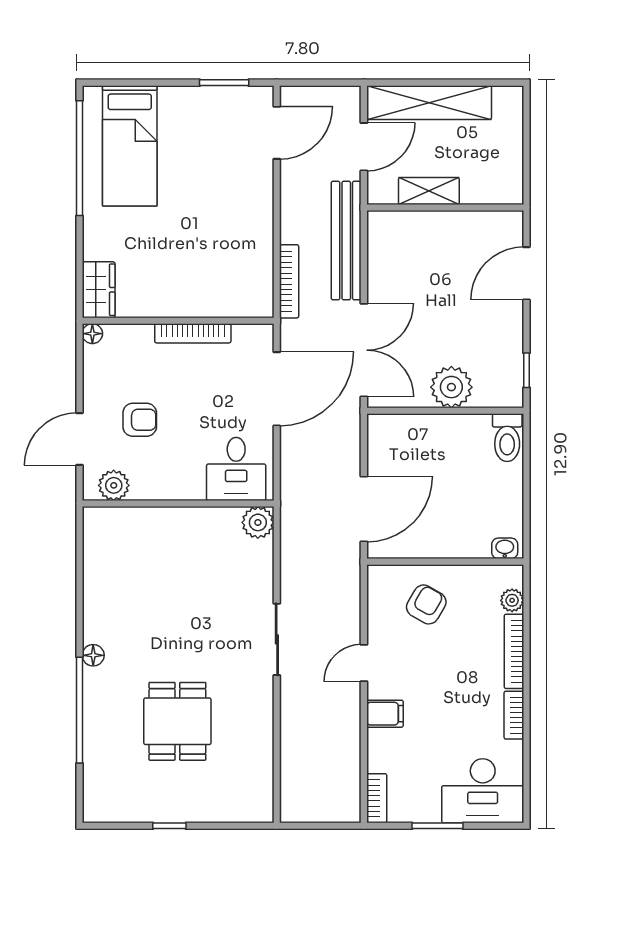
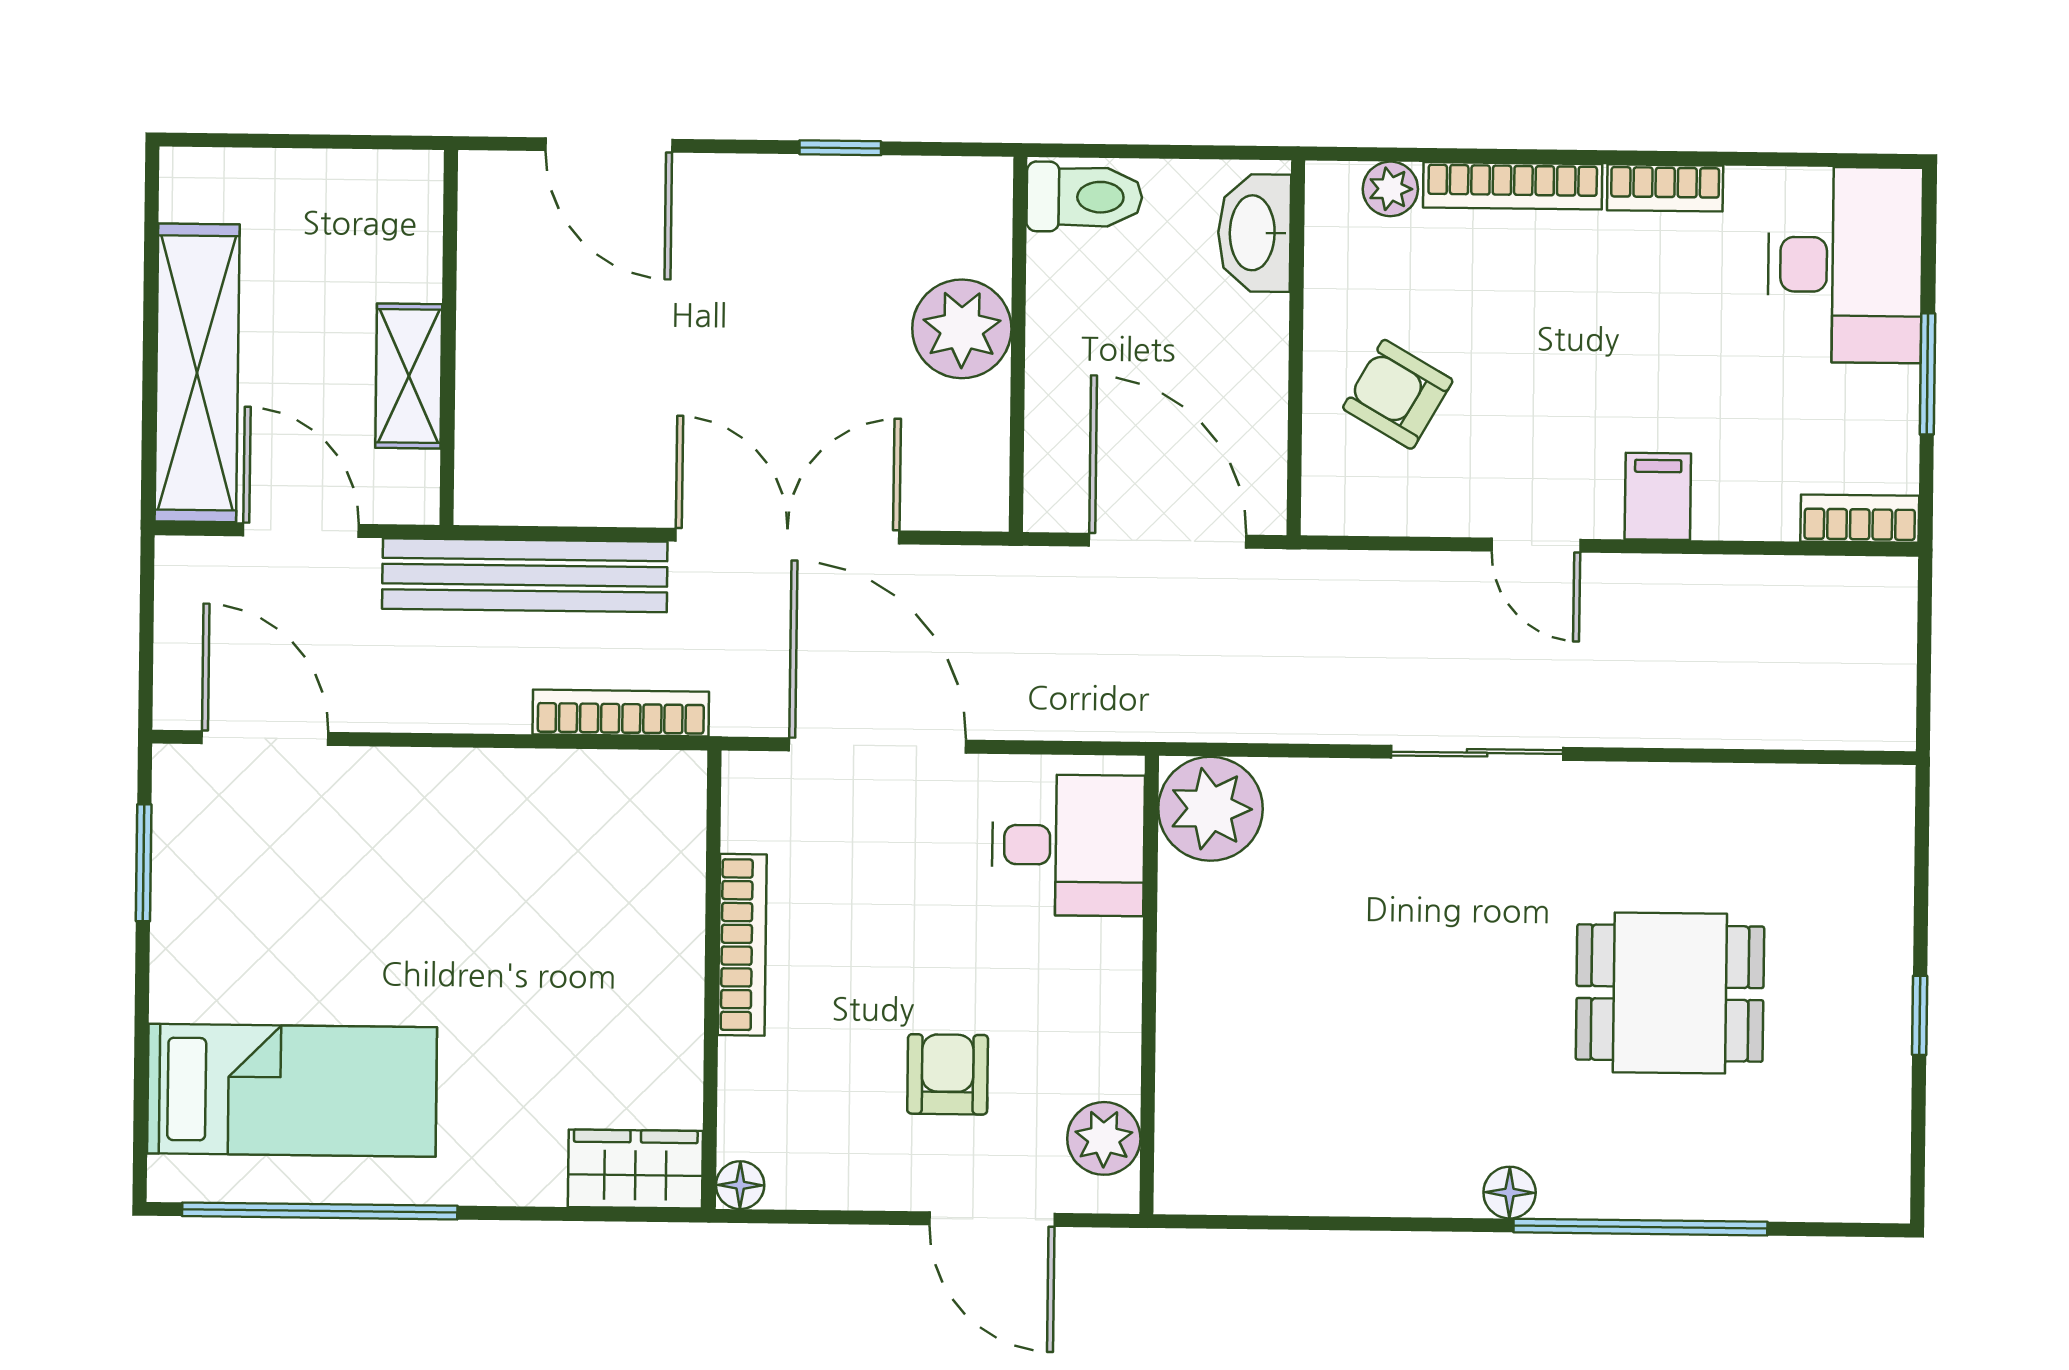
plant: (451, 387) -> (962, 329), moved
wall: (445, 411) -> (1018, 344), moved
toilet: (507, 438) -> (1084, 197), moved
plant: (258, 522) -> (1210, 809), width x1.36, depth x1.36
washbasin: (505, 548) -> (1254, 233), width x1.91, depth x1.45

